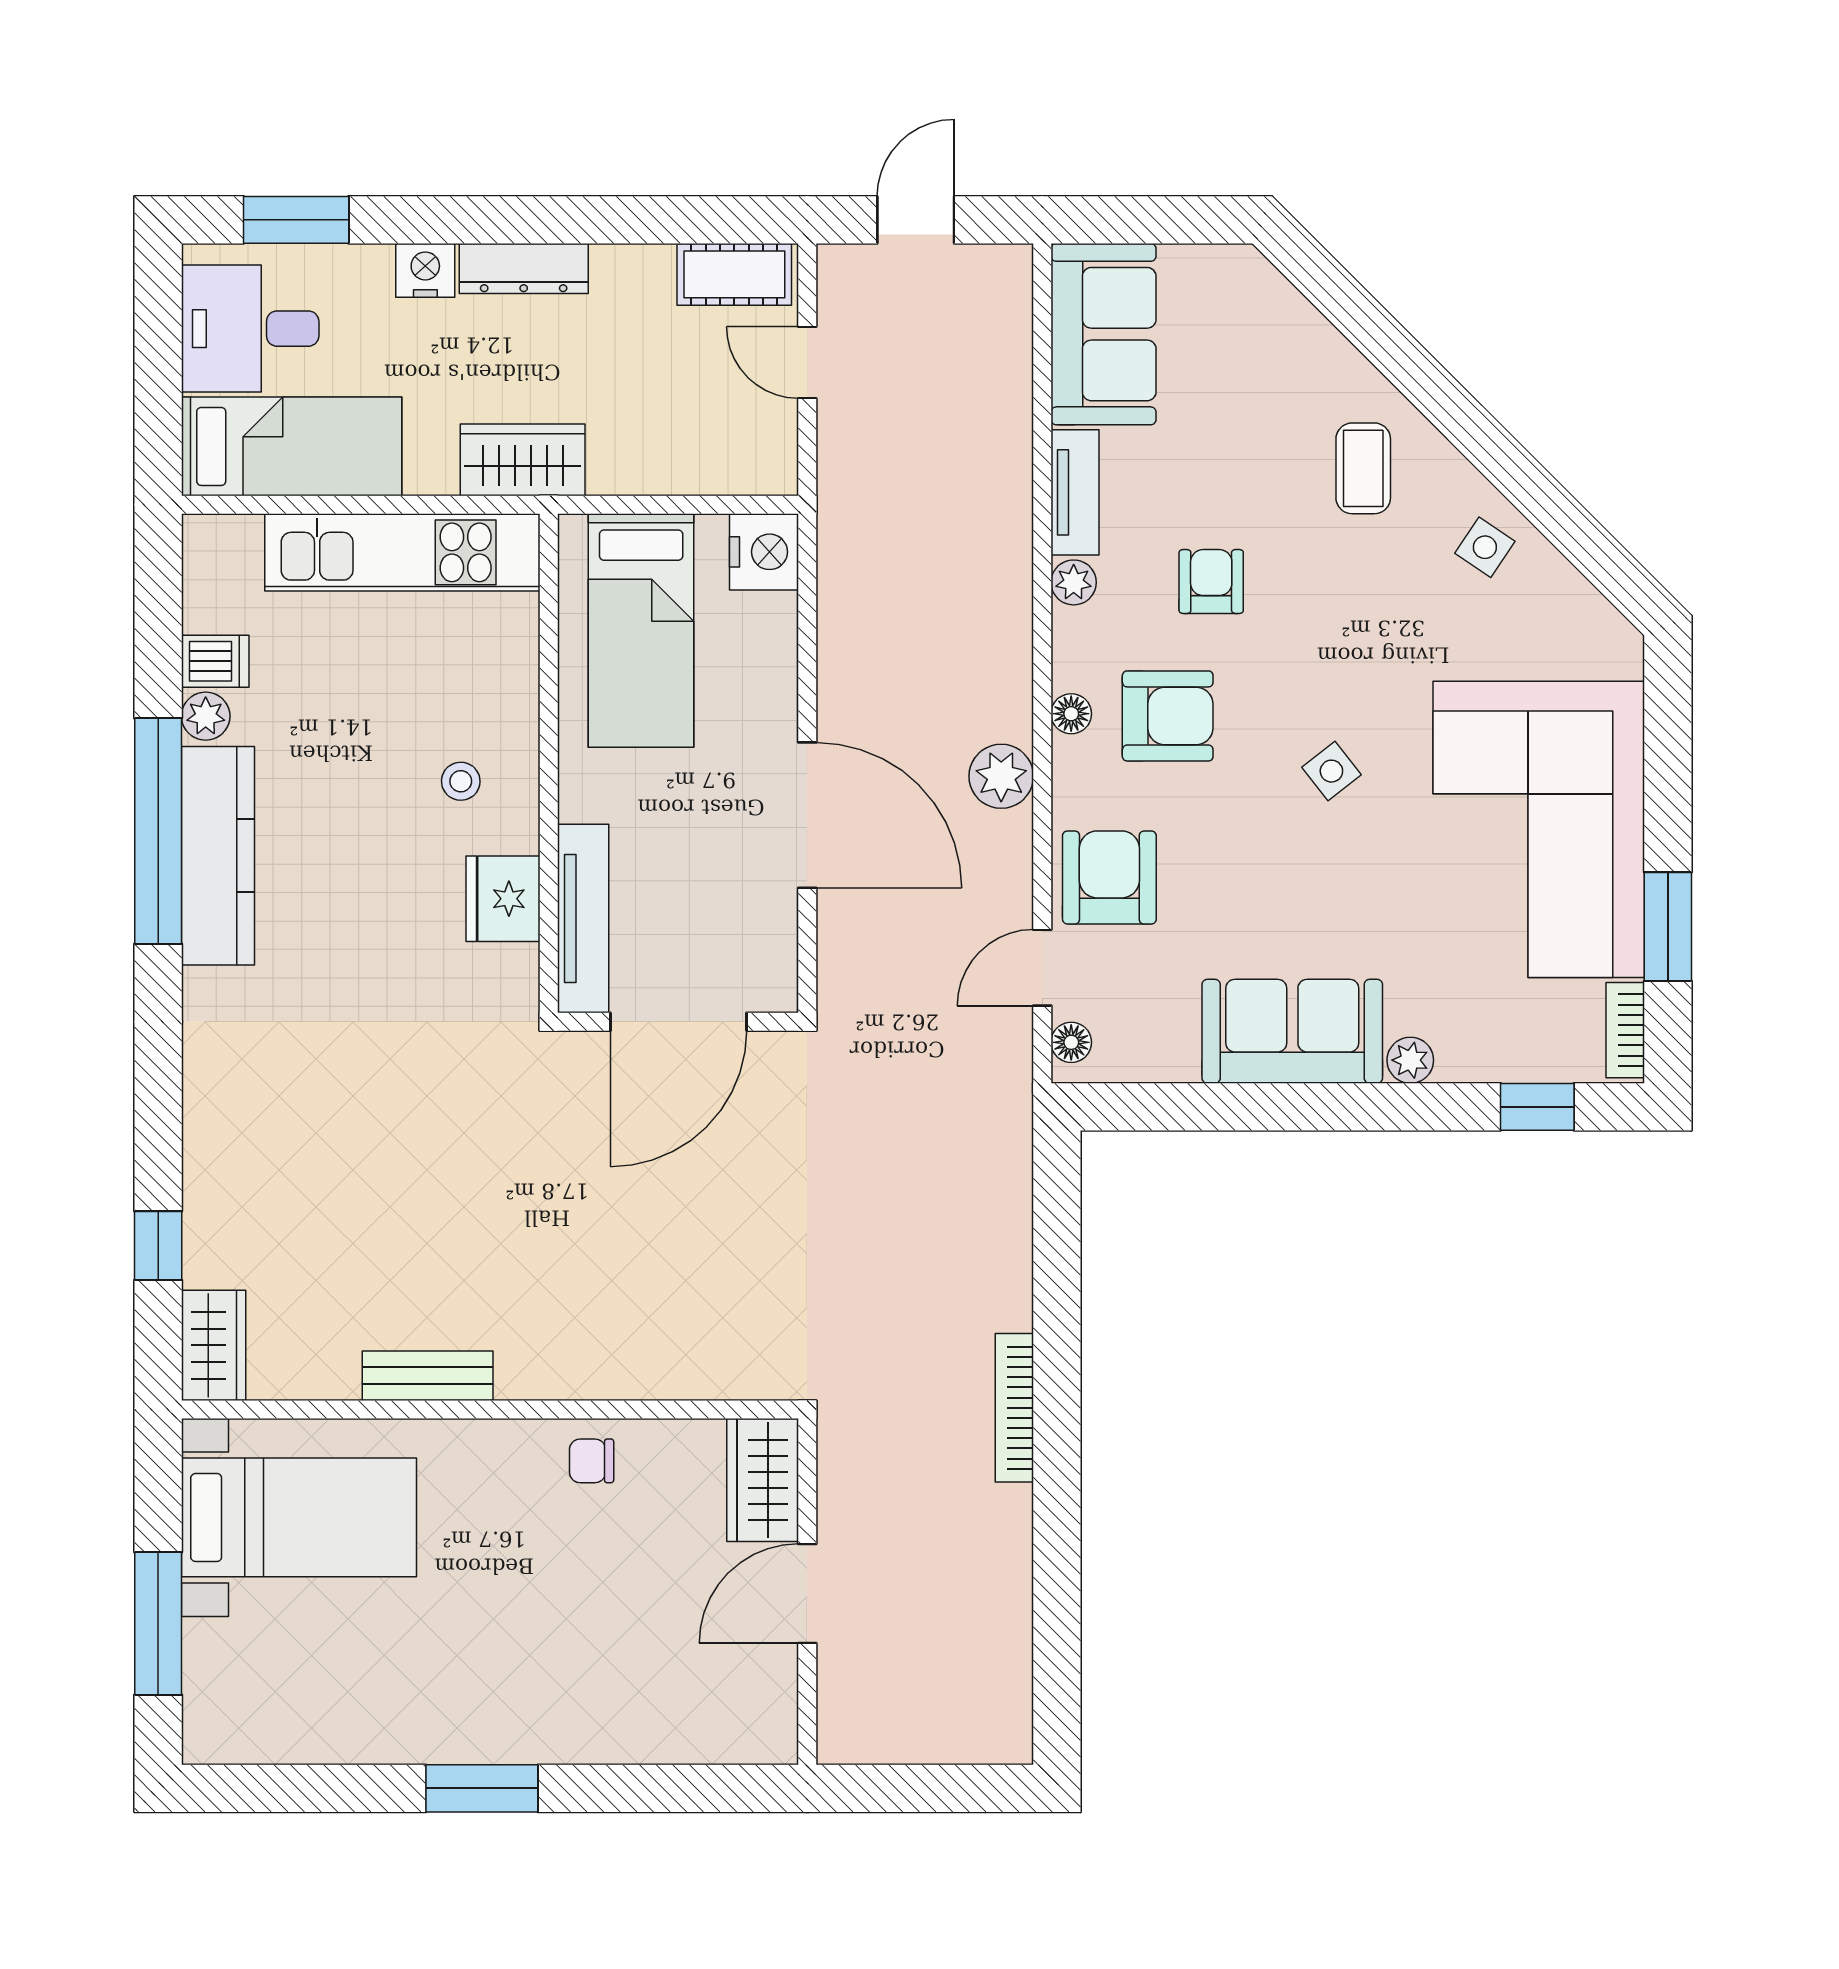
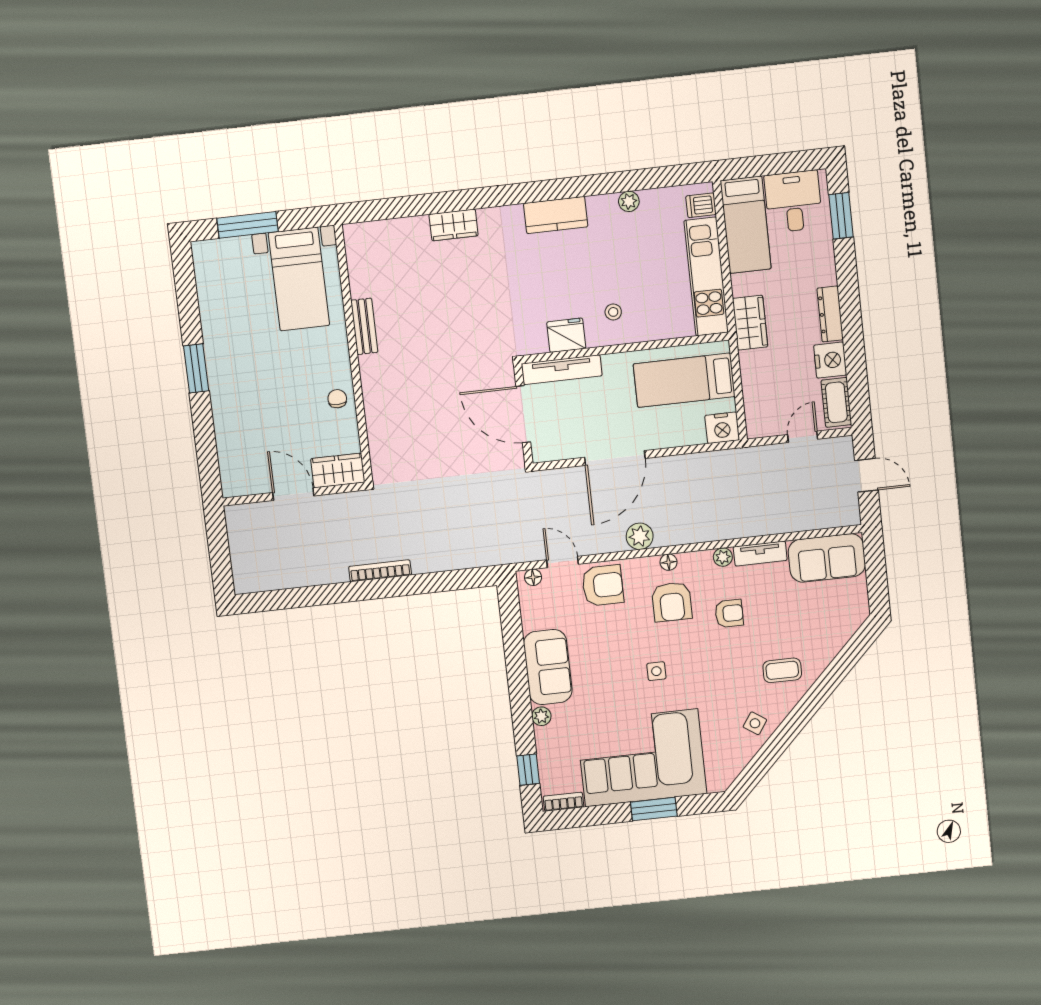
nightstand: (425, 270) -> (830, 360), moved, width x1.36, depth x1.33
dishwasher: (215, 661) -> (701, 205), moved, turned 90
side table: (1331, 771) -> (656, 671), turned 38
window: (158, 831) -> (579, 187), removed
kitchen counter: (218, 856) -> (556, 215), width x0.67
window: (1668, 927) -> (654, 809), moved
window: (158, 1246) -> (405, 207), removed
wardrobe: (214, 1345) -> (454, 225), moved

